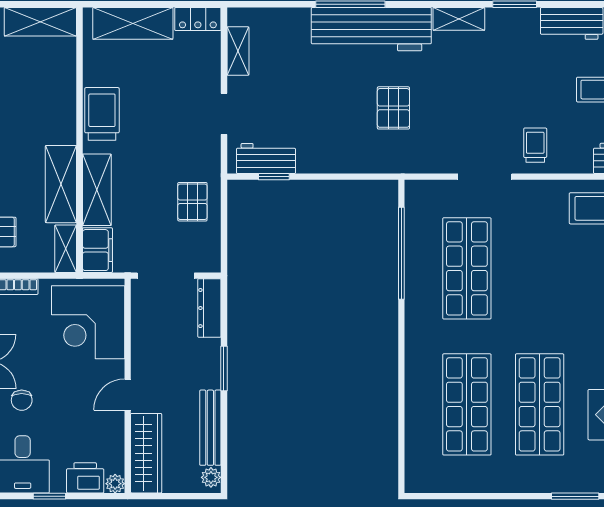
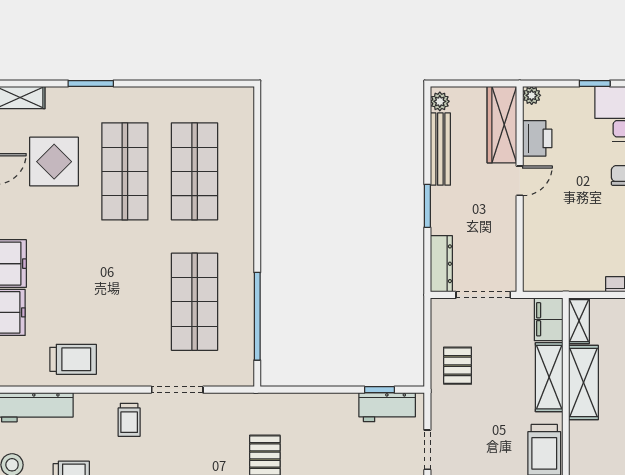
corner desk: (88, 322) -> (558, 250), removed
printer: (85, 478) -> (537, 138), moved, turned -90

